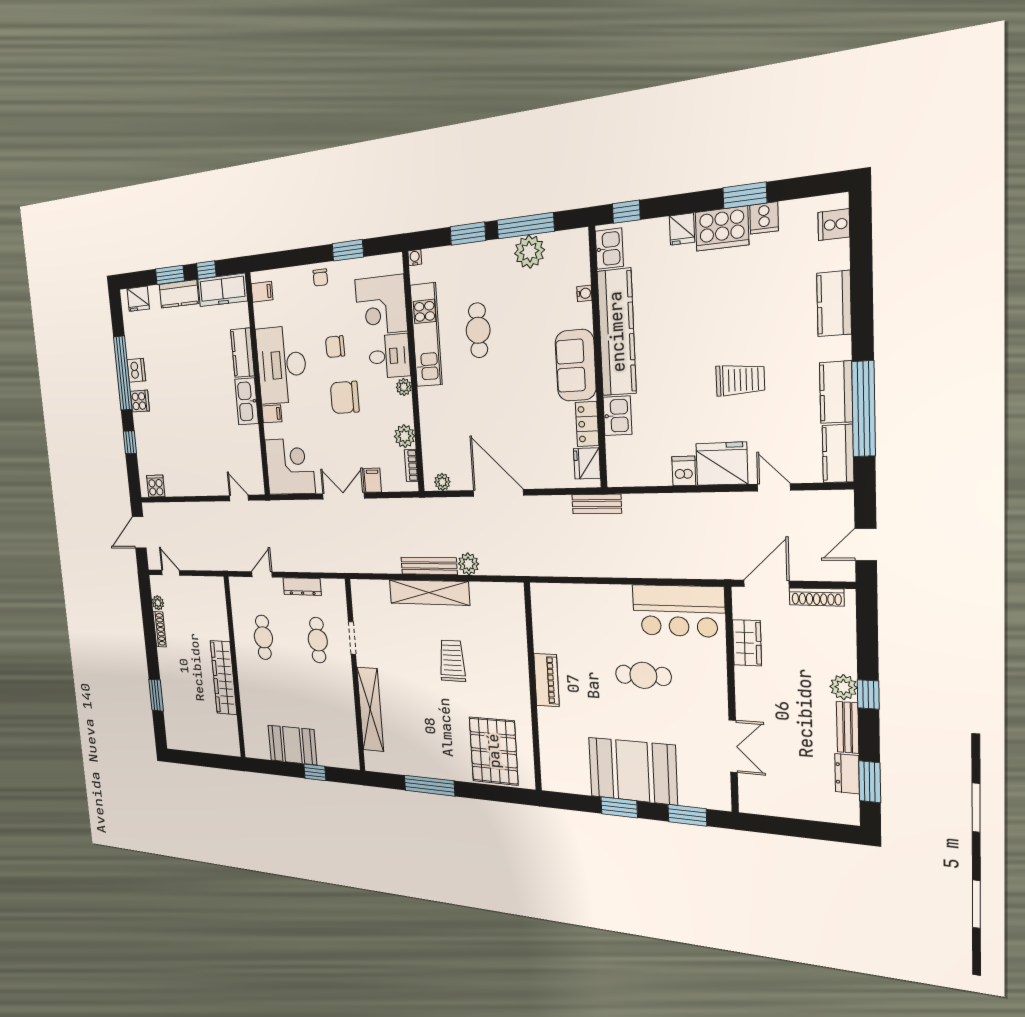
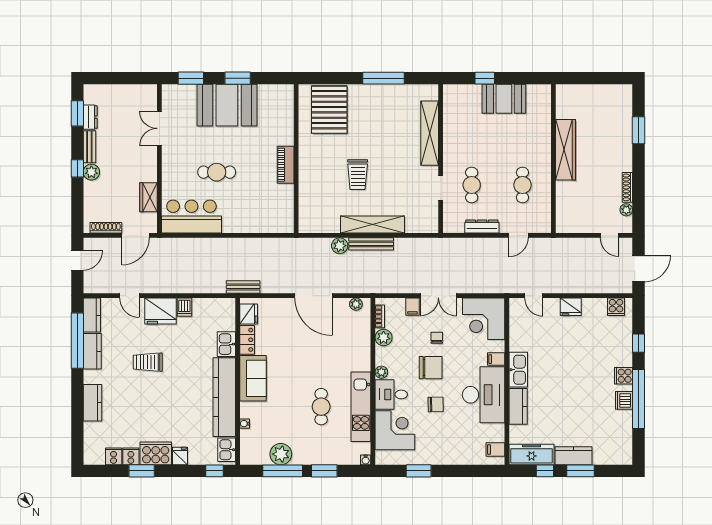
cooker: (834, 225) -> (114, 456), moved, turned -90
chair: (320, 277) -> (437, 338), moved
fridge: (138, 299) -> (571, 307), moved, turned 180

